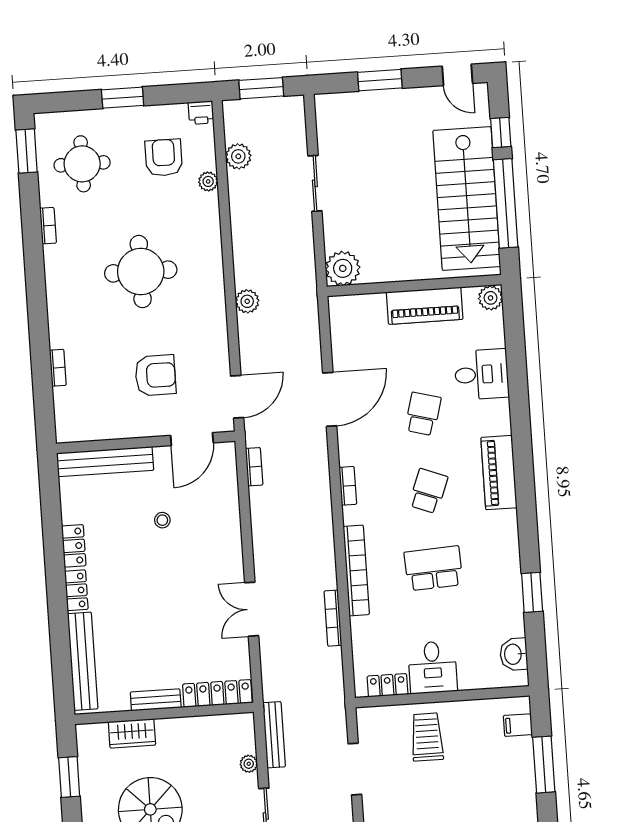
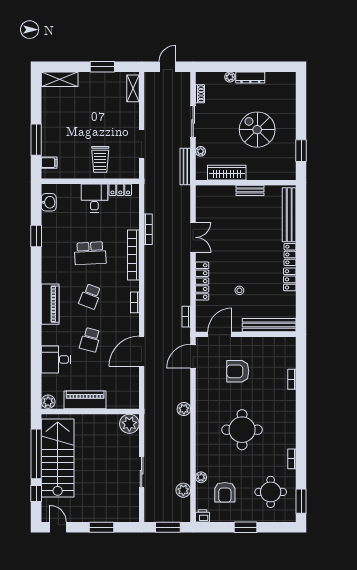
locker: (217, 693) -> (202, 281), moved, turned -90
wardrobe: (132, 733) -> (227, 173), moved, width x1.50

